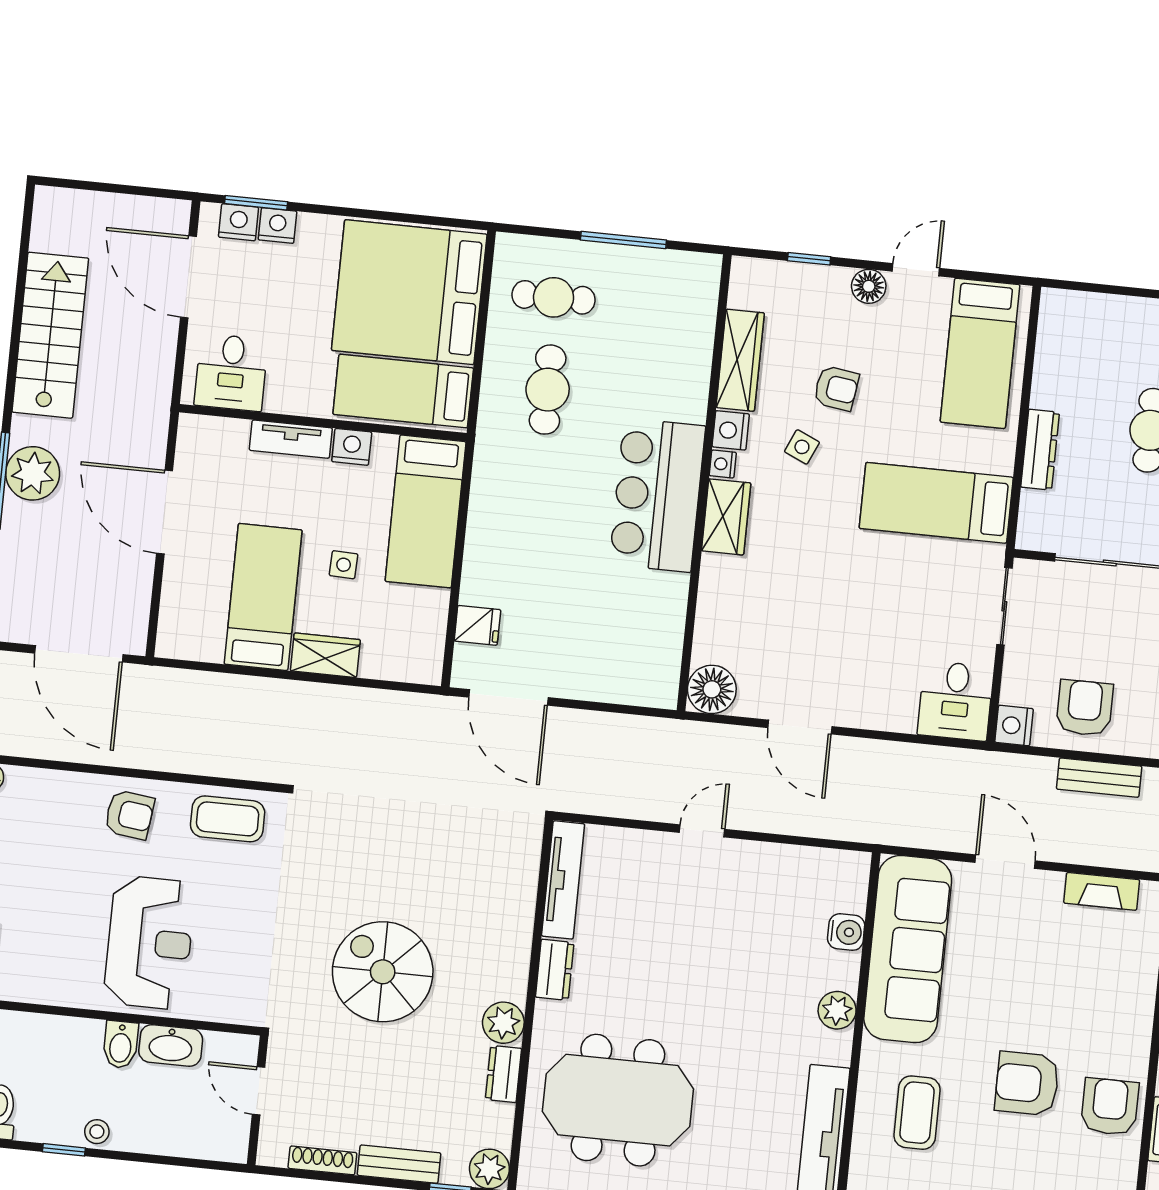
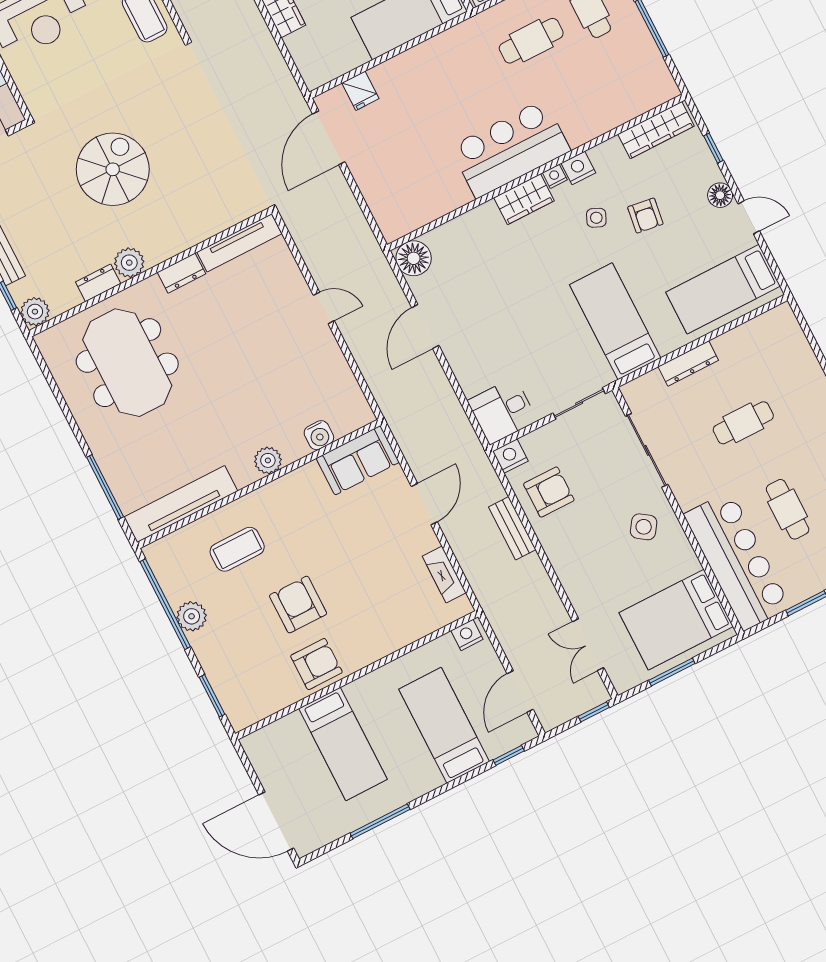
wardrobe: (740, 360) -> (656, 130), moved
sofa: (908, 949) -> (358, 460), width x0.54, depth x0.79

